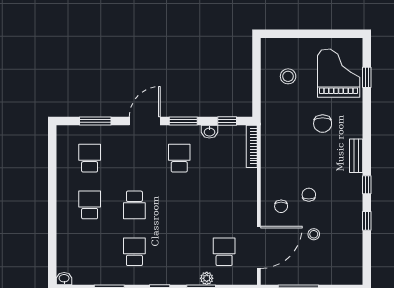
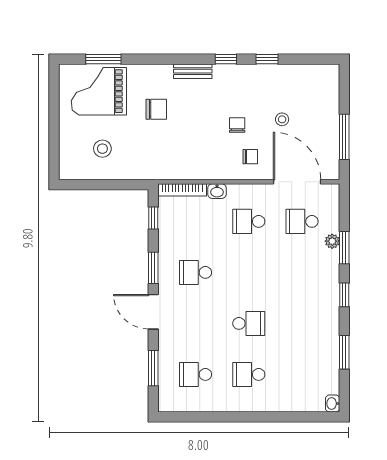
window: (367, 77) -> (103, 59), width x1.50
washbasin: (209, 132) -> (217, 191), moved, turned 90
chair: (309, 195) -> (237, 125), turned 90
school desk: (134, 252) -> (249, 221), moved

